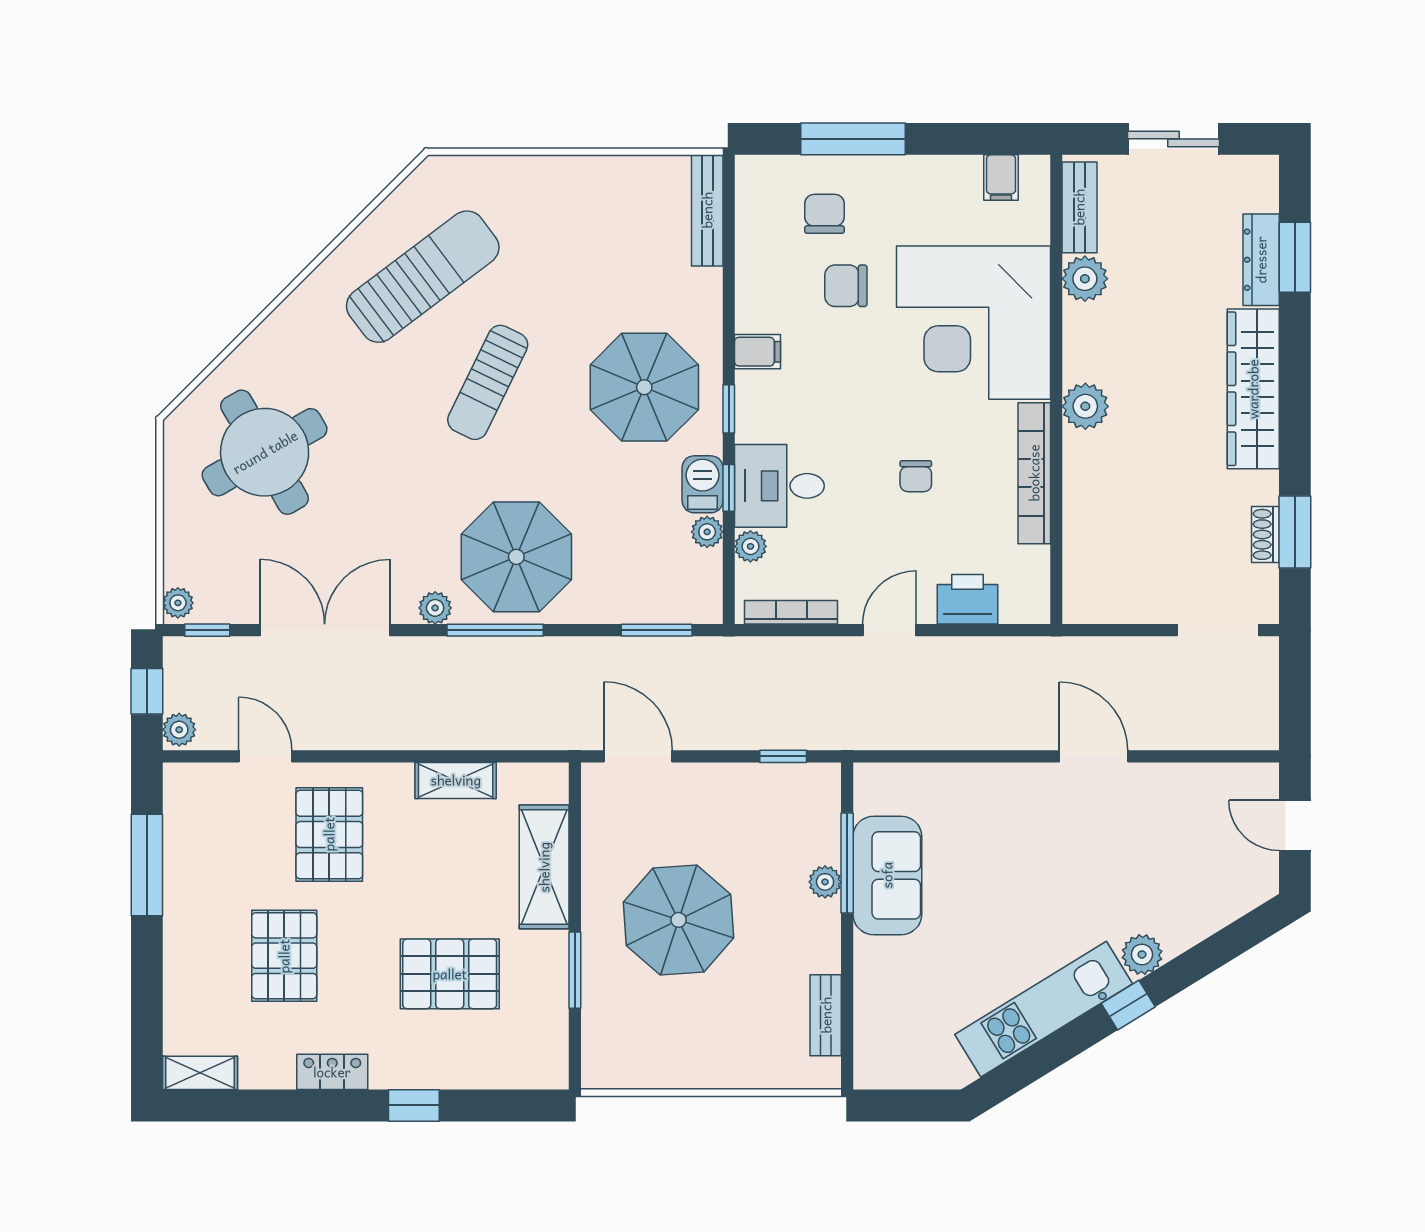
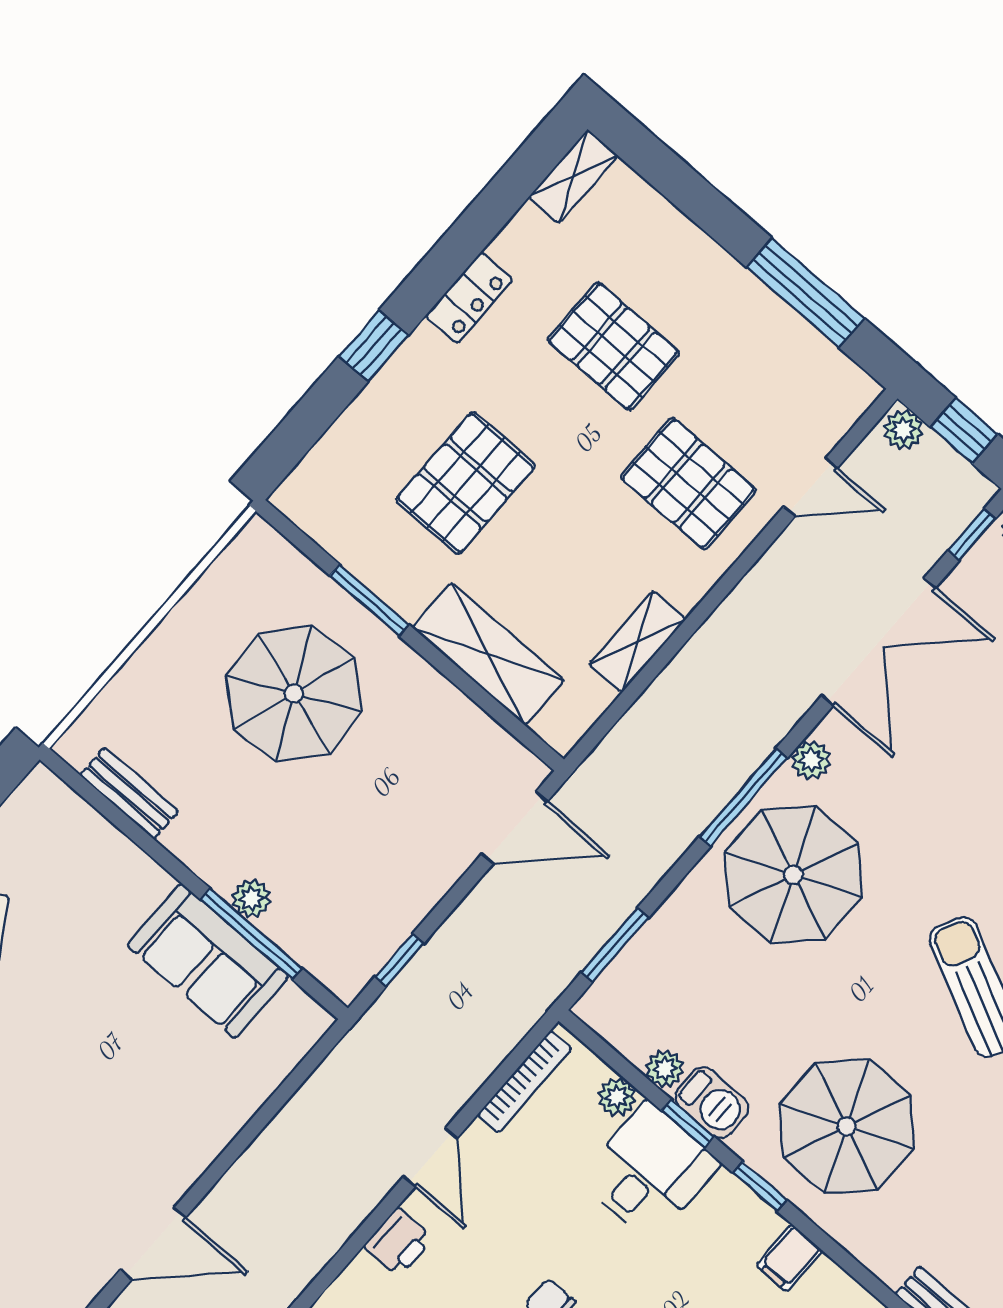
printer: (968, 599) -> (398, 1242), width x0.73, depth x0.81
parasol: (679, 920) -> (294, 693), moved

